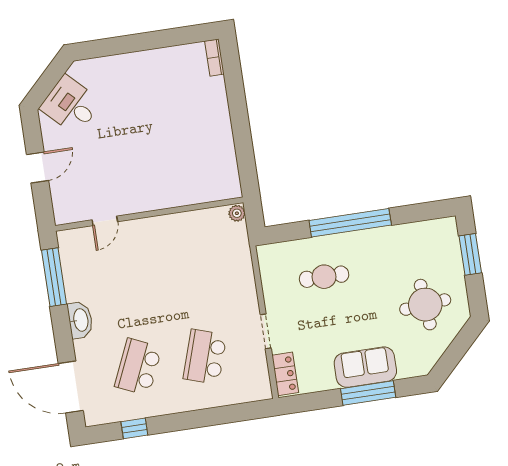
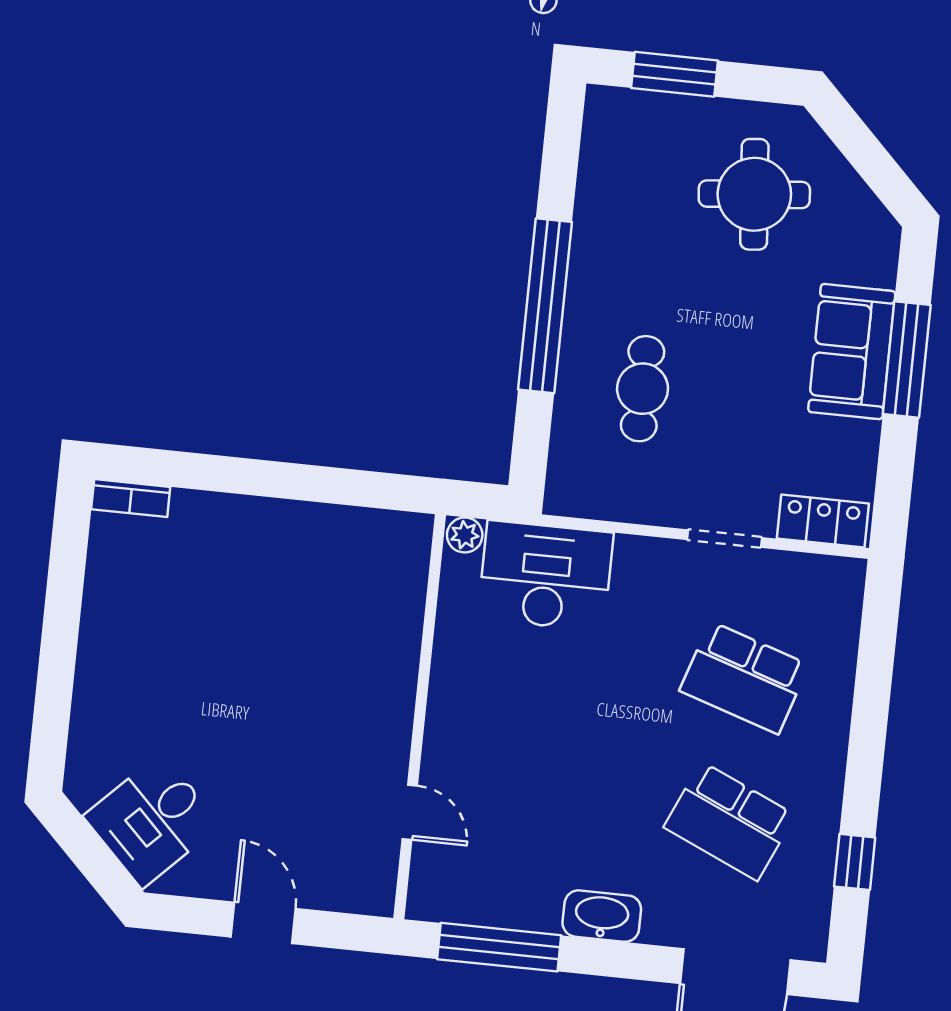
desk: (228, 255) -> (546, 576), added

